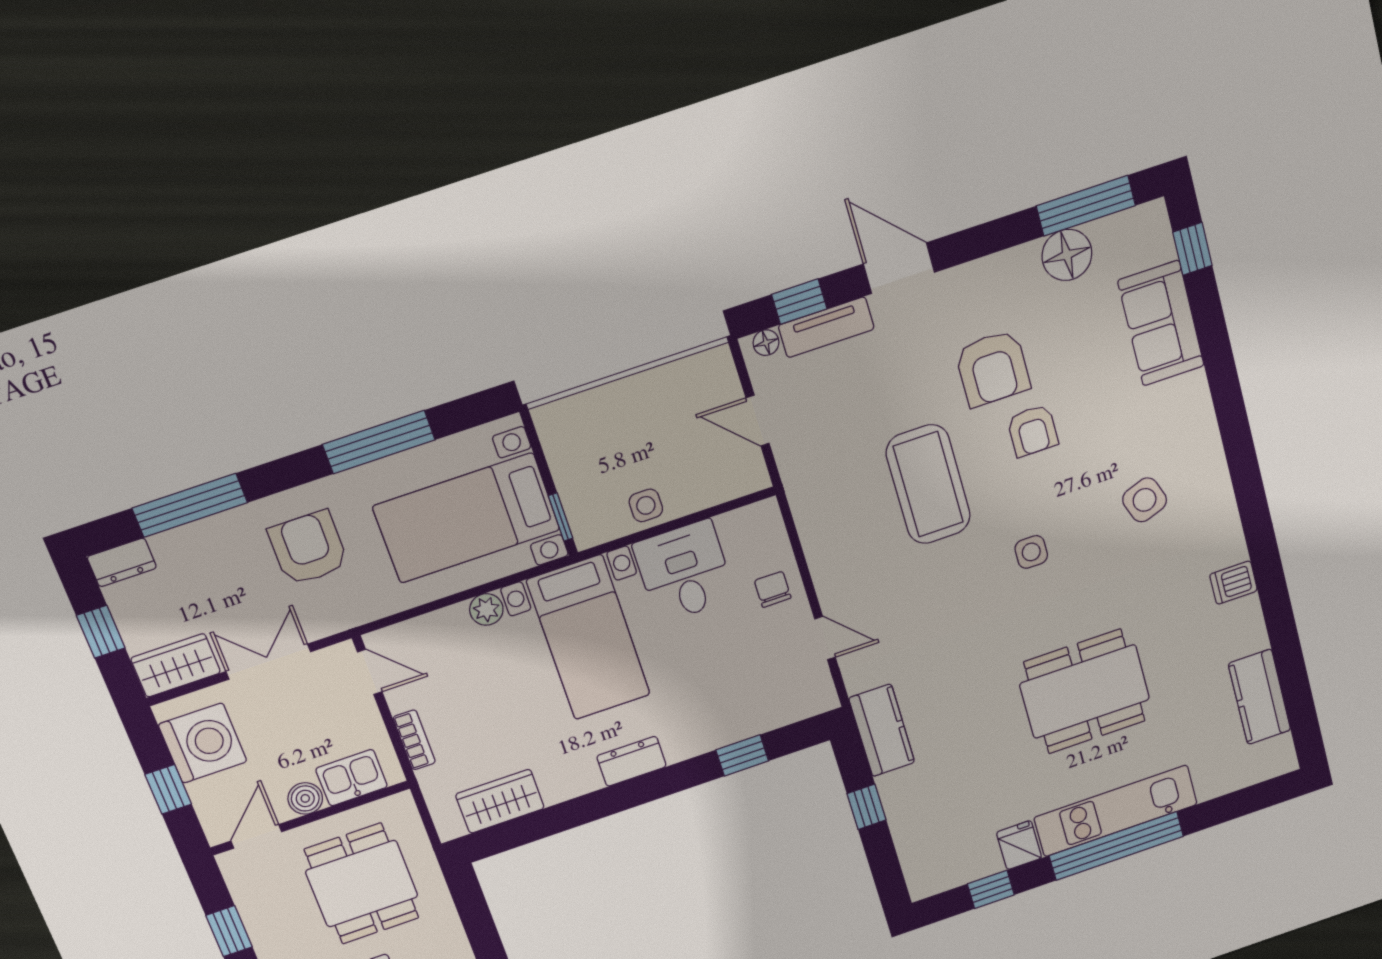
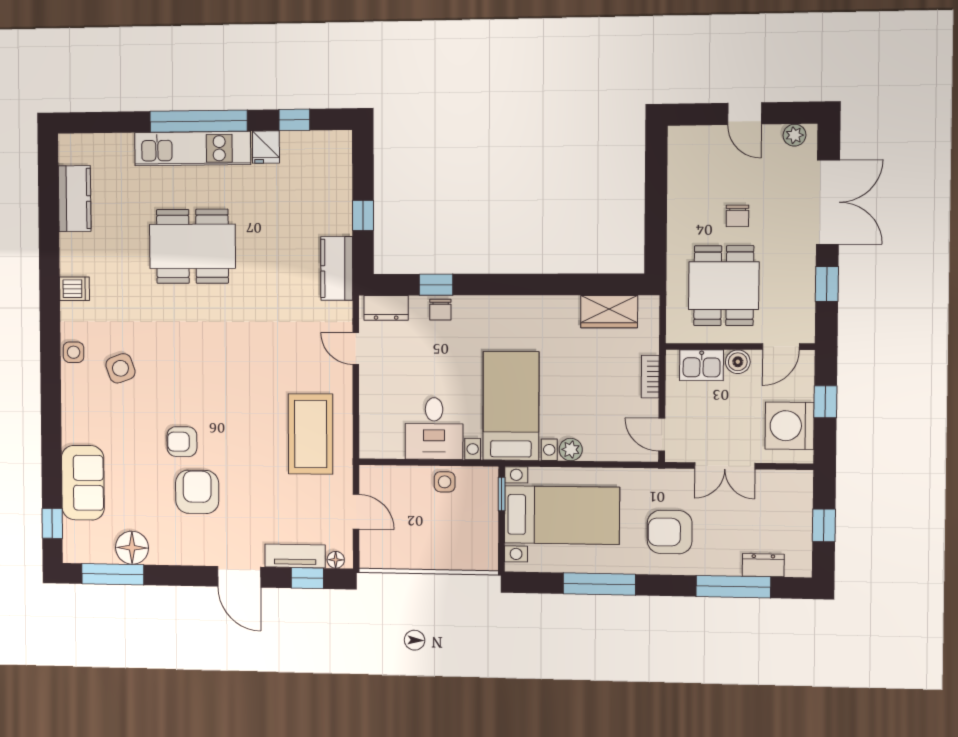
armchair: (1033, 431) -> (182, 442), turned -90
coffee table: (928, 484) -> (311, 434), moved
armchair: (308, 548) -> (670, 532), turned 90
side table: (1031, 552) -> (74, 352), moved
dresser: (122, 562) -> (763, 565), moved
chair: (773, 589) -> (440, 310), moved
wardrobe: (176, 665) -> (785, 485), removed
dresser: (632, 761) -> (386, 308), moved

